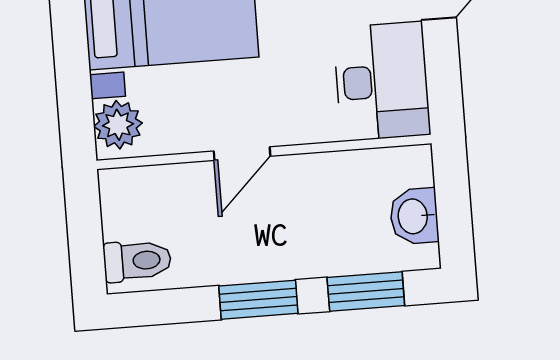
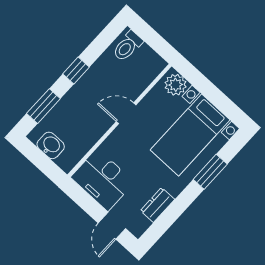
door: (242, 154) -> (126, 113), hinge flipped
window: (258, 300) -> (76, 70), width x0.67

